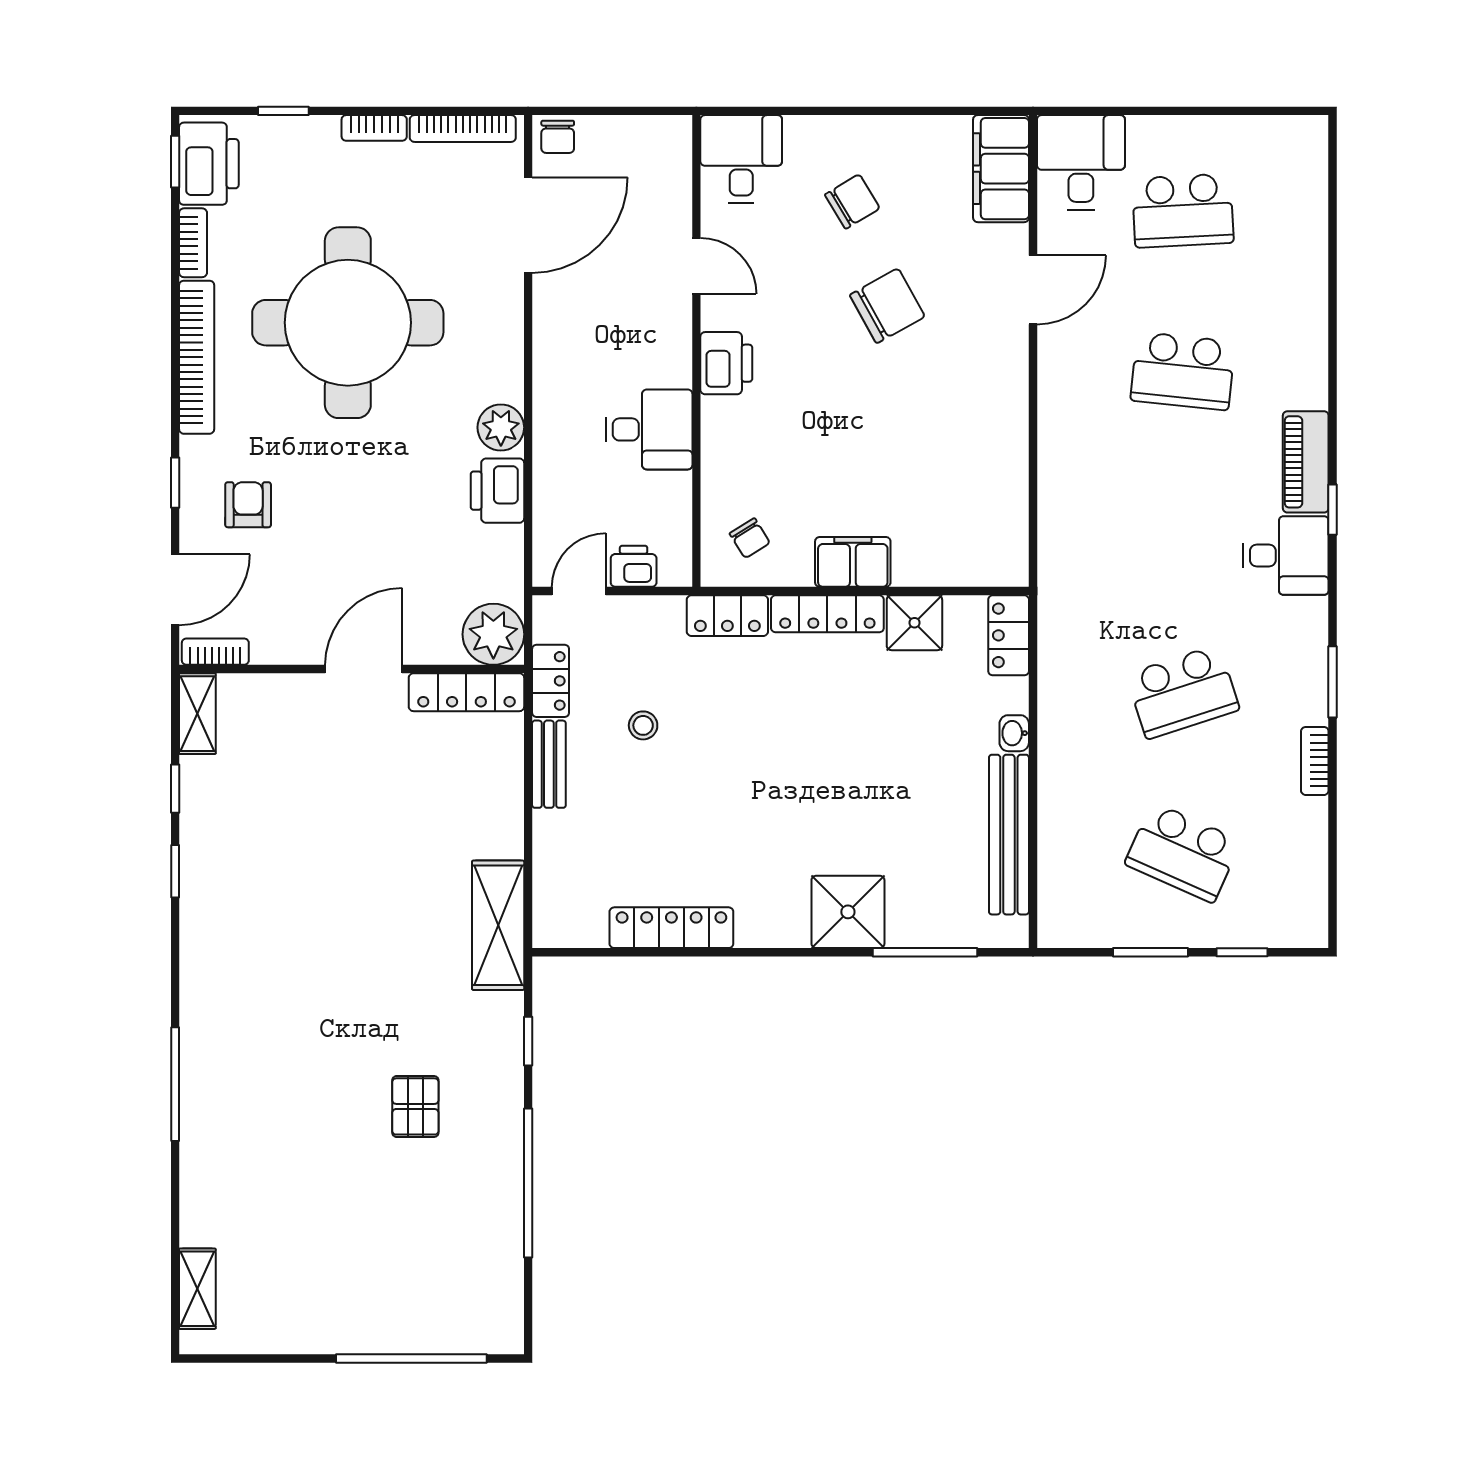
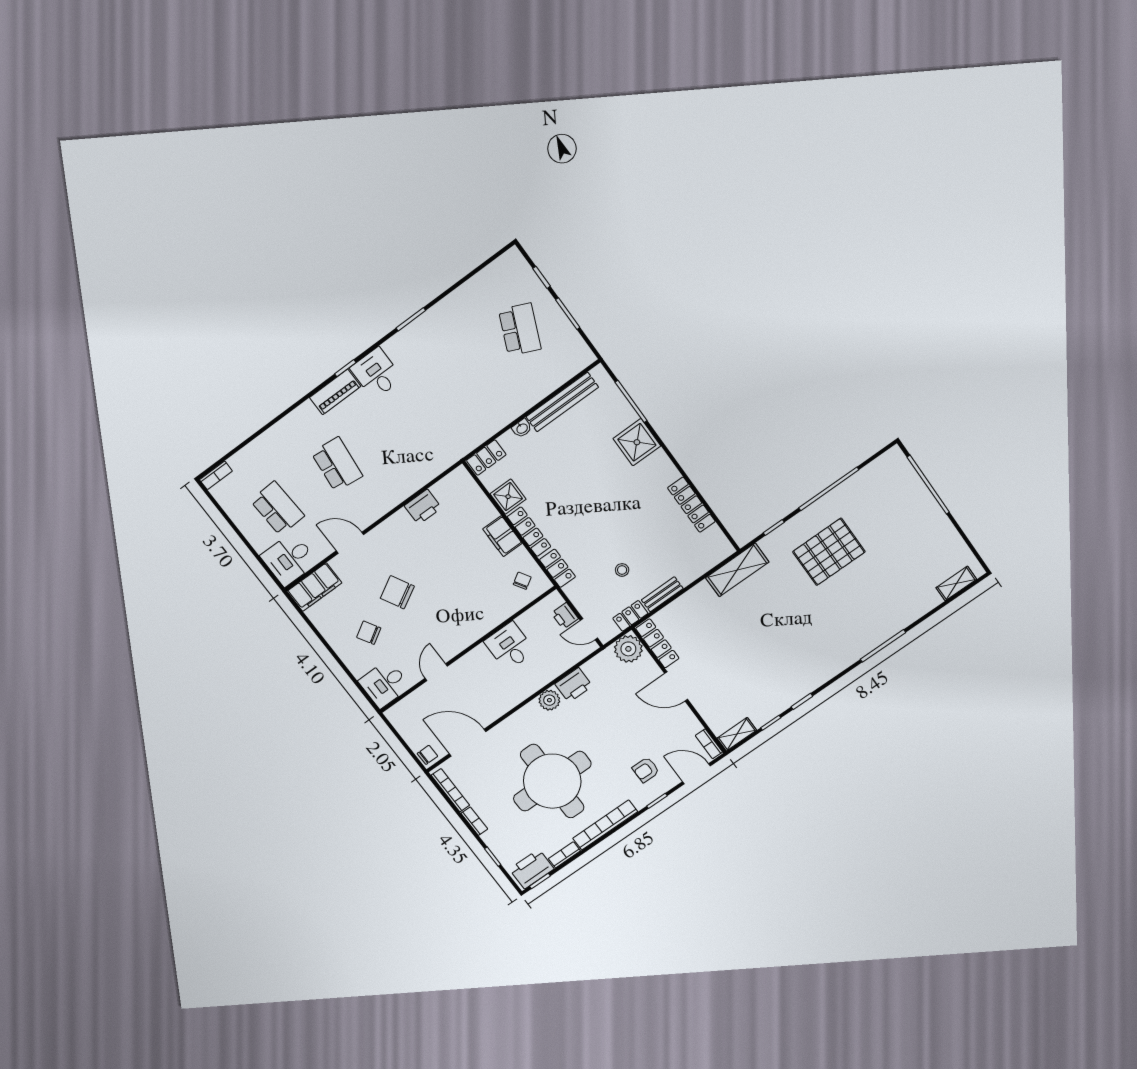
printer: (726, 363) -> (423, 507), moved, turned 180
school desk: (1183, 692) -> (458, 375), removed
bookcase: (1315, 761) -> (216, 475), moved
pallet: (415, 1106) -> (829, 552), width x2.05, depth x2.00

